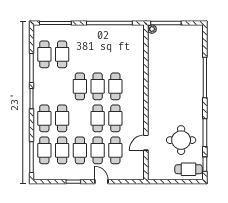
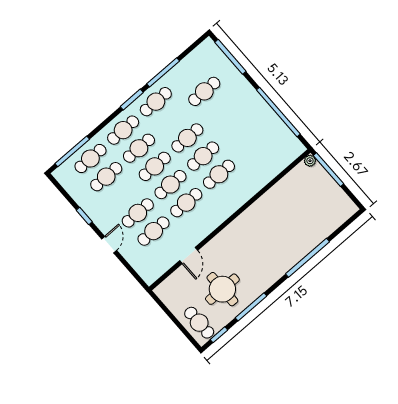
cafe table: (44, 54) -> (156, 102), moved
door: (146, 143) -> (189, 255), swing flipped
cafe table: (80, 150) -> (155, 166), moved

